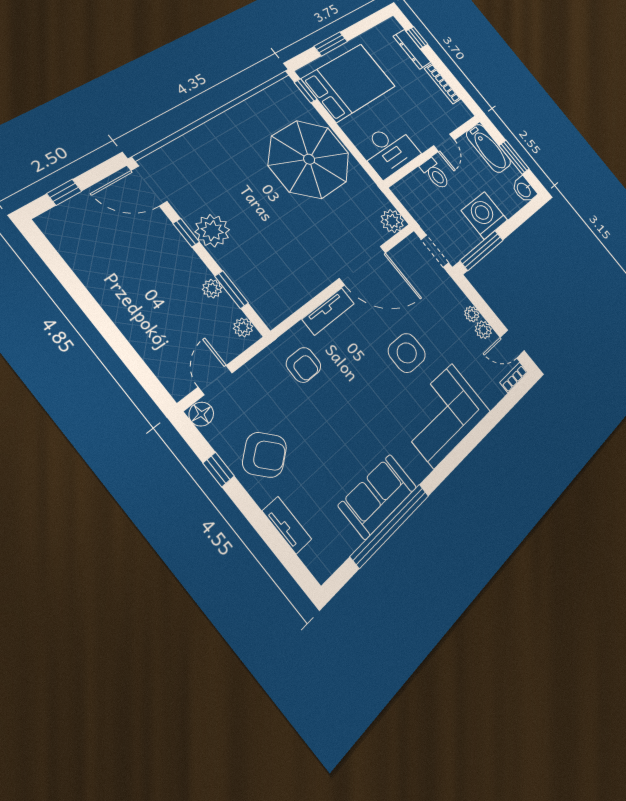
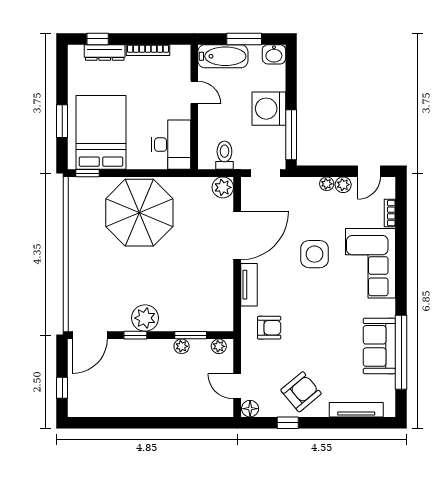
toilet: (435, 174) -> (224, 155), moved, turned -90
bookcase: (514, 377) -> (390, 213), moved
tv unit: (287, 525) -> (356, 410), width x1.41

